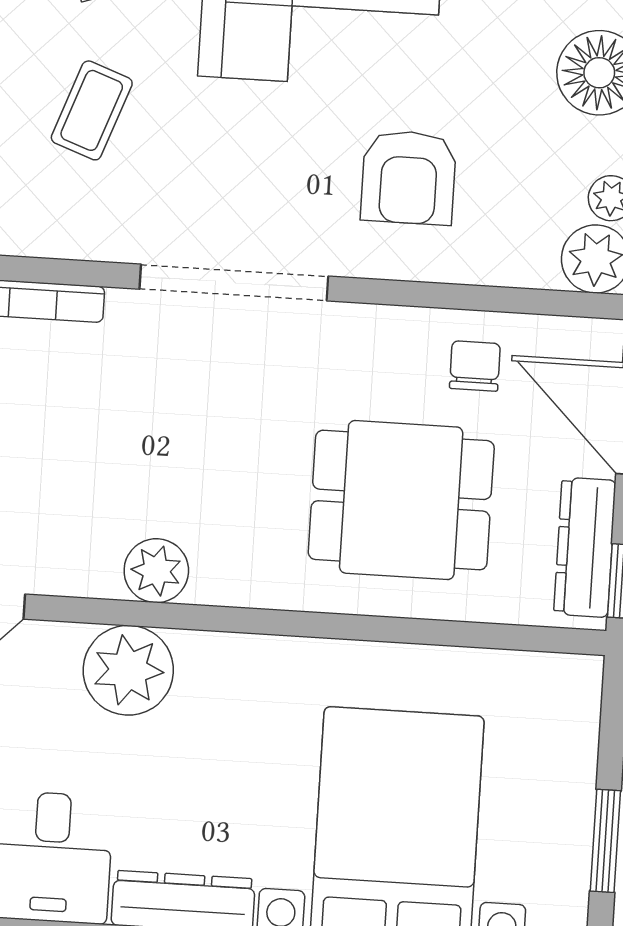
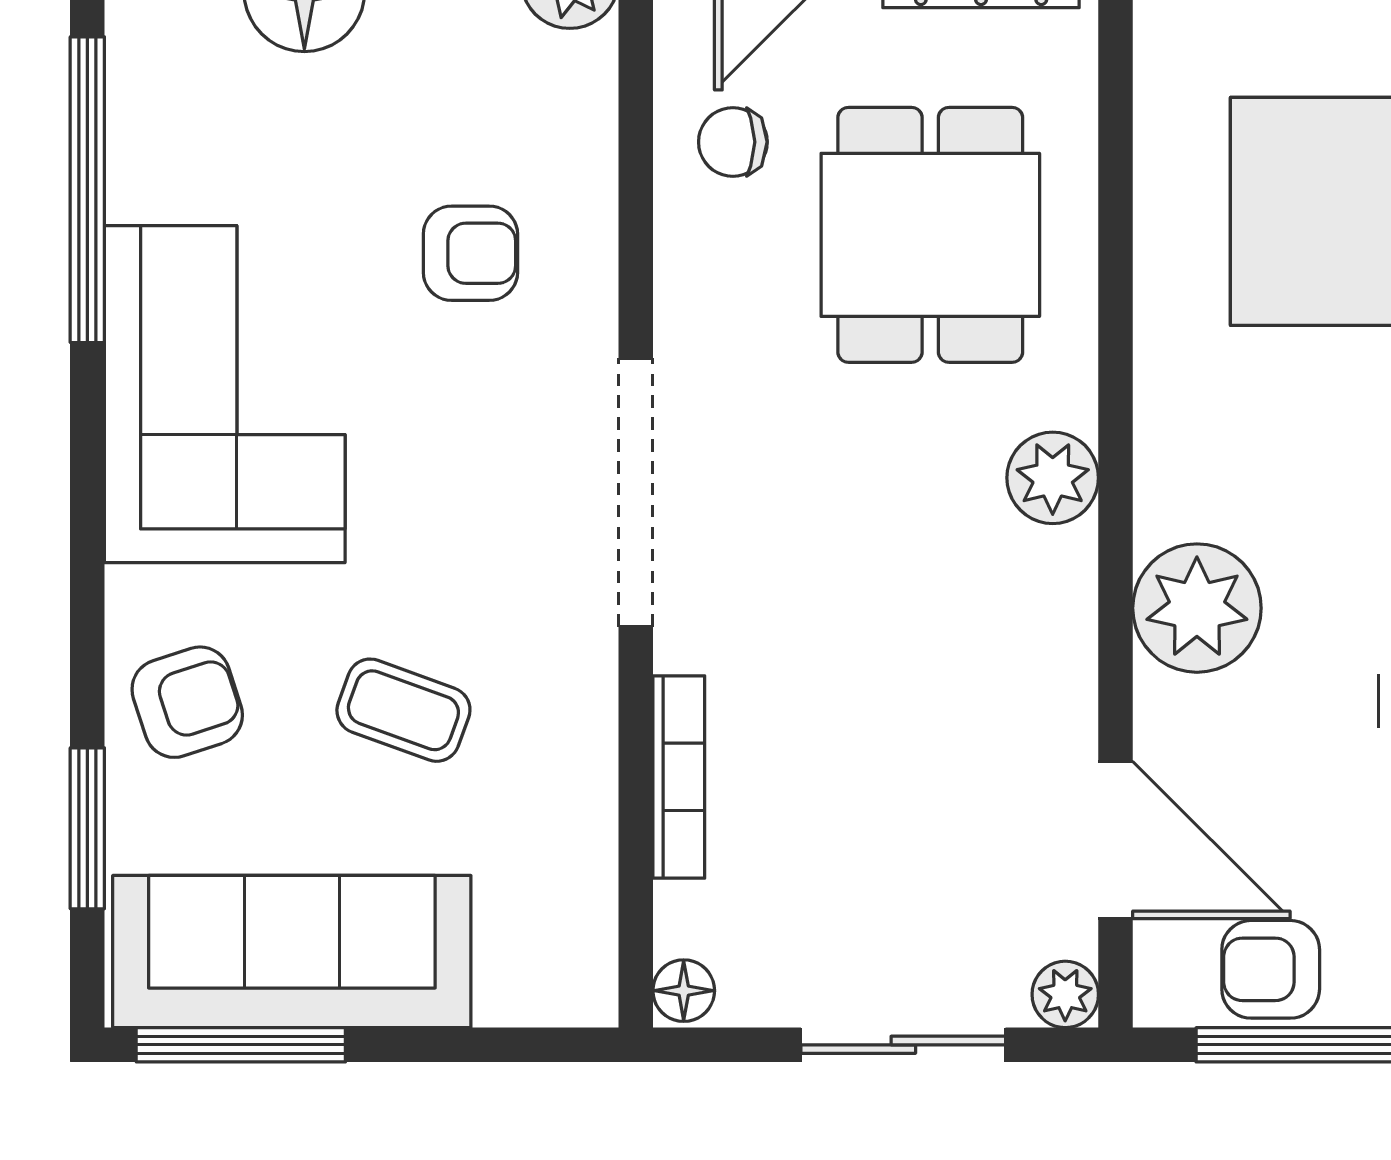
armchair: (409, 177) -> (470, 253), width x0.72, depth x0.72
plant: (156, 571) -> (1053, 478), moved

